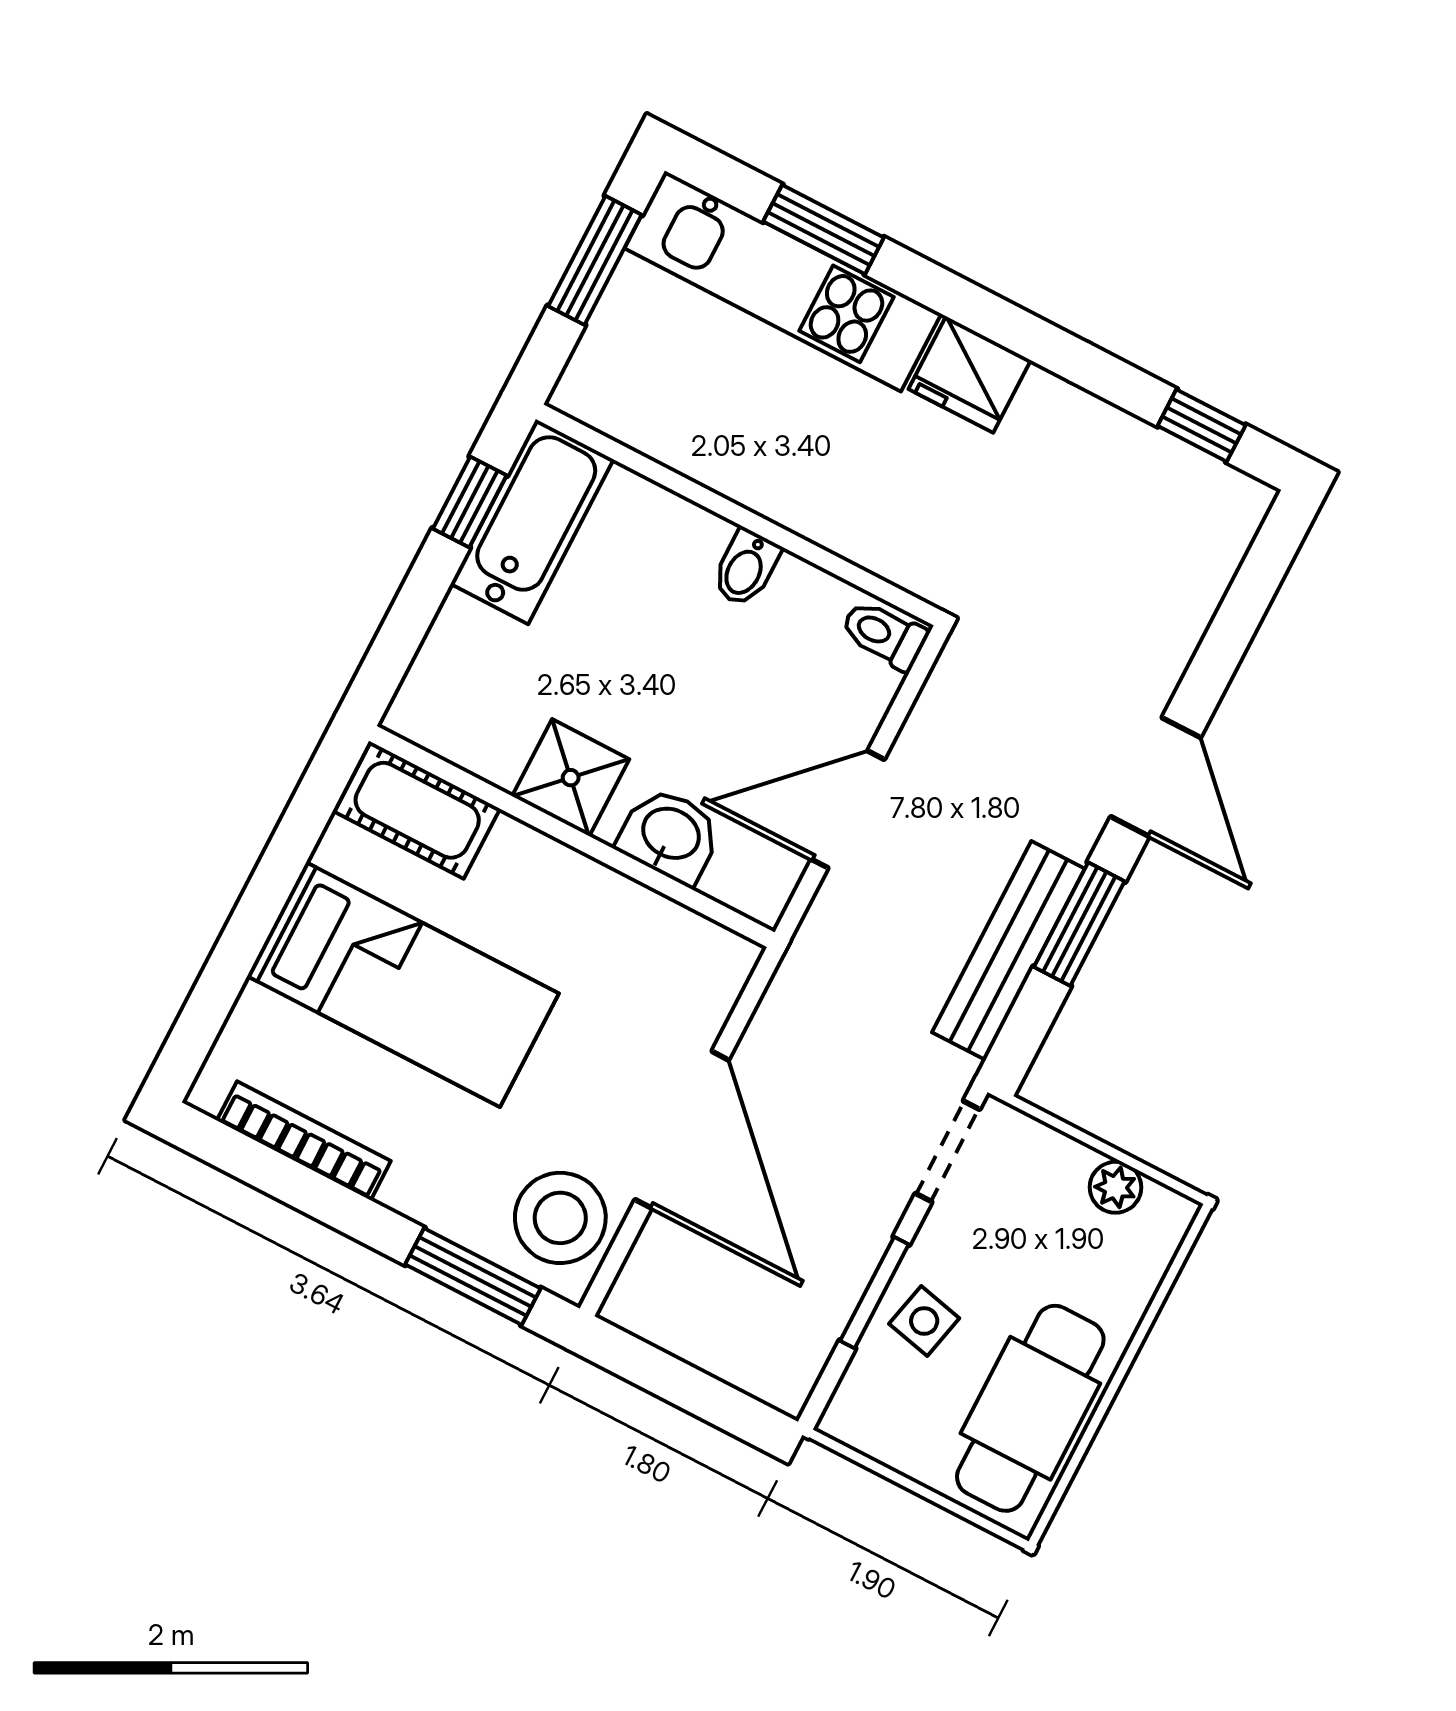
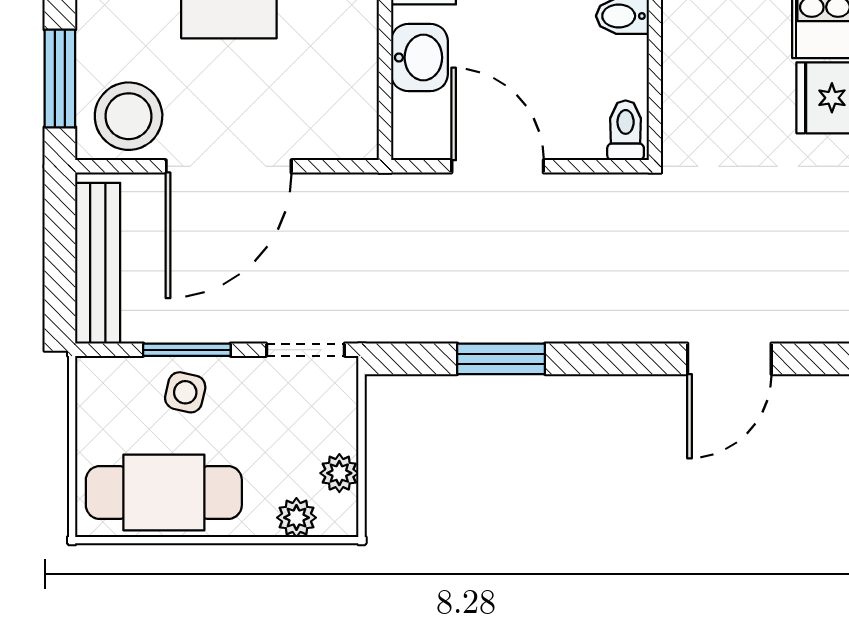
door: (1156, 777) -> (729, 359), moved
bench: (1008, 951) -> (98, 263), moved, turned 90
plant: (1142, 1266) -> (296, 518), added

